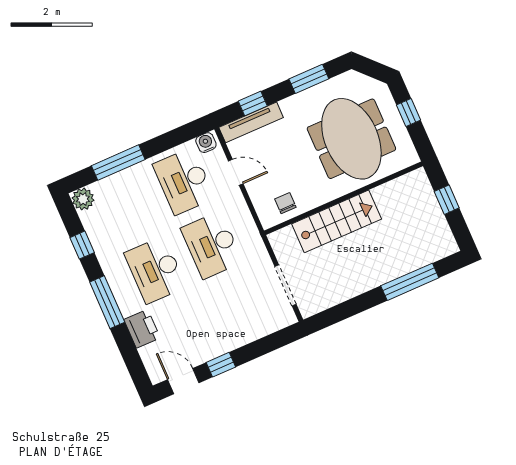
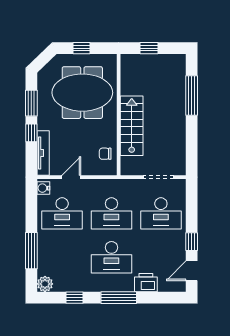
window: (253, 104) -> (31, 133), moved
desk: (240, 309) -> (161, 213), added

